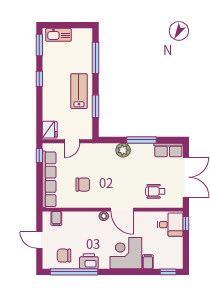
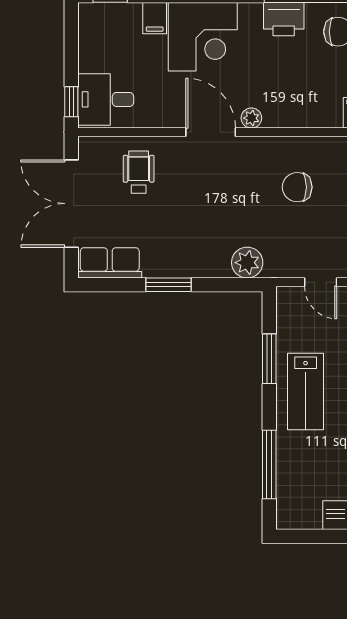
window: (142, 140) -> (169, 285), width x0.69
door: (72, 141) -> (321, 282), swing flipped
plant: (123, 150) -> (247, 263), moved
wheelchair: (155, 191) -> (139, 172), turned -90

